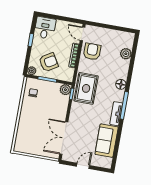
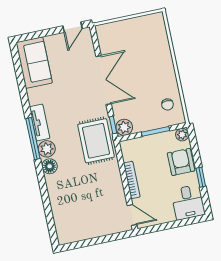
armchair: (92, 52) -> (108, 196), removed
plant: (126, 54) -> (47, 149), moved
armchair: (49, 62) -> (181, 162), moved, turned 121
double door: (64, 138) -> (104, 80), moved
sofa: (107, 141) -> (34, 63), moved
door: (83, 166) -> (73, 27), moved

